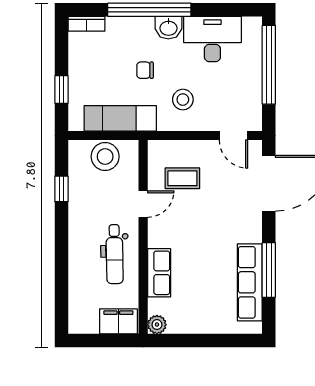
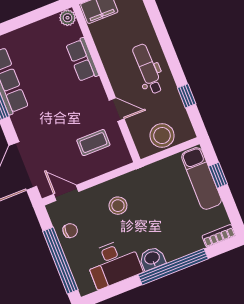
chair: (145, 70) -> (70, 231), moved
exam couch: (120, 118) -> (202, 178), moved, turned 90
door: (143, 204) -> (117, 110), swing flipped
dental chair: (115, 254) -> (148, 69), moved

